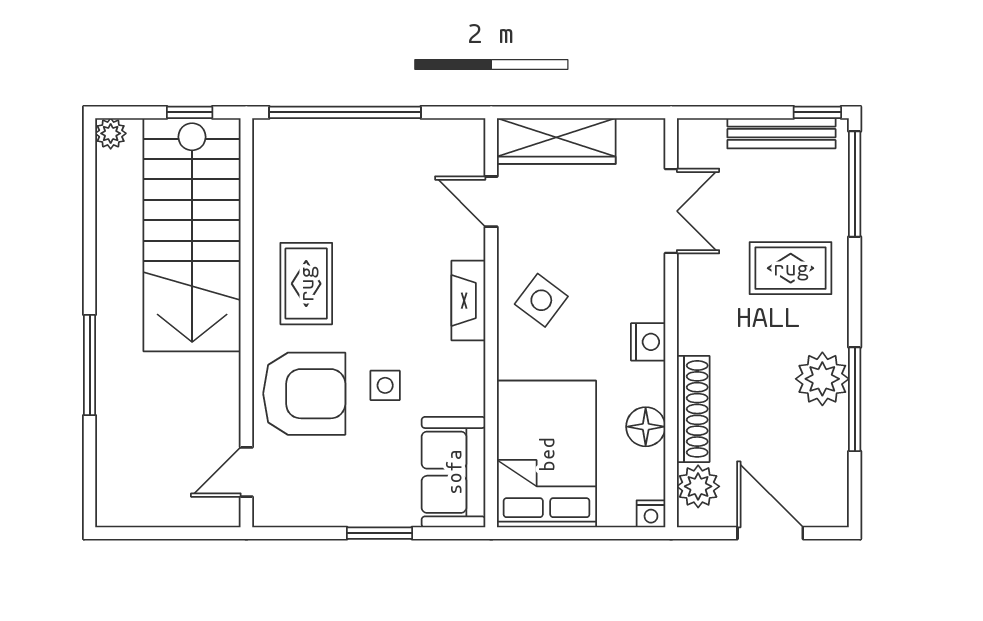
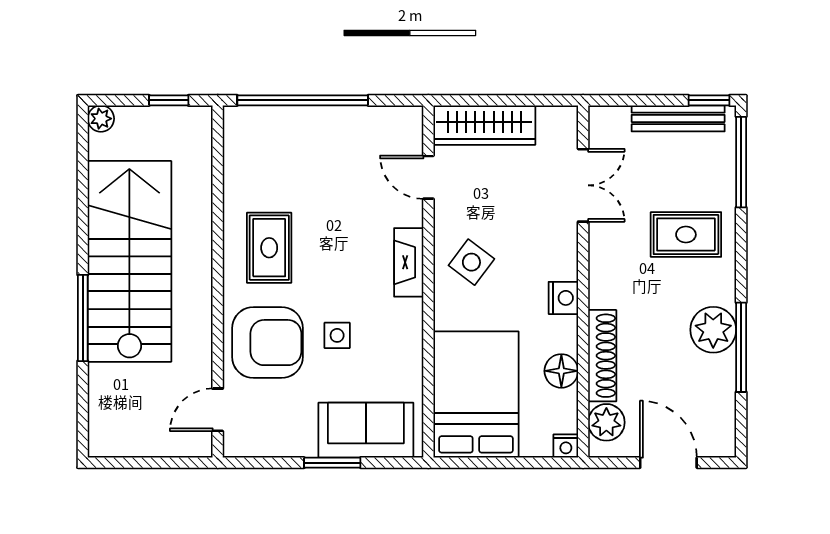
stairs: (192, 235) -> (129, 261), moved, turned 180
sofa: (454, 472) -> (366, 430), moved, turned 90

